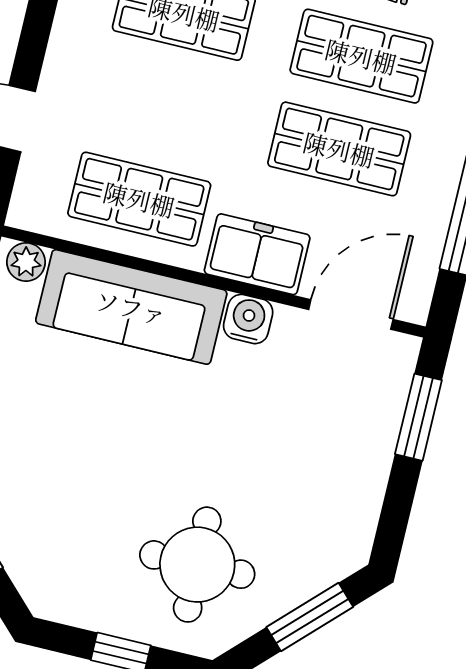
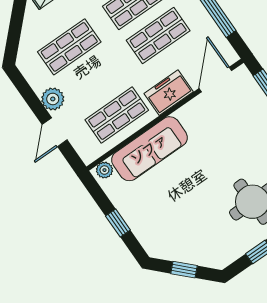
plant: (69, 65) -> (53, 99), added
water cooler: (248, 319) -> (187, 114), removed

